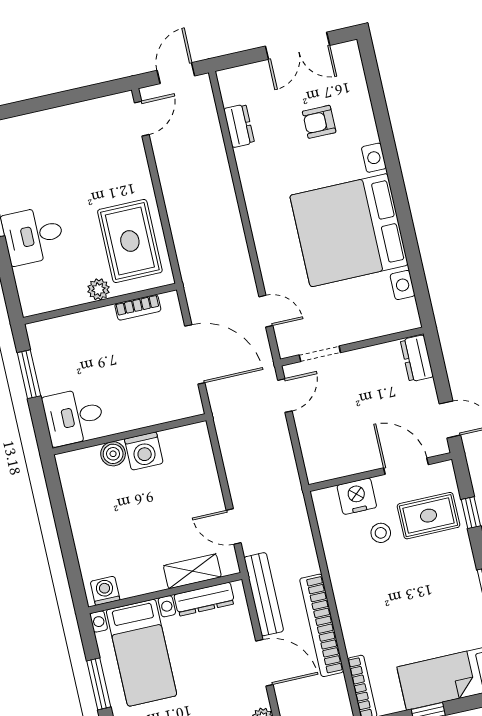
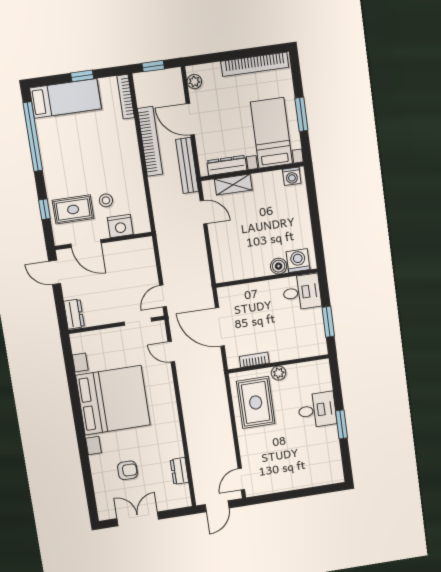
washing machine: (144, 451) -> (298, 261), moved

